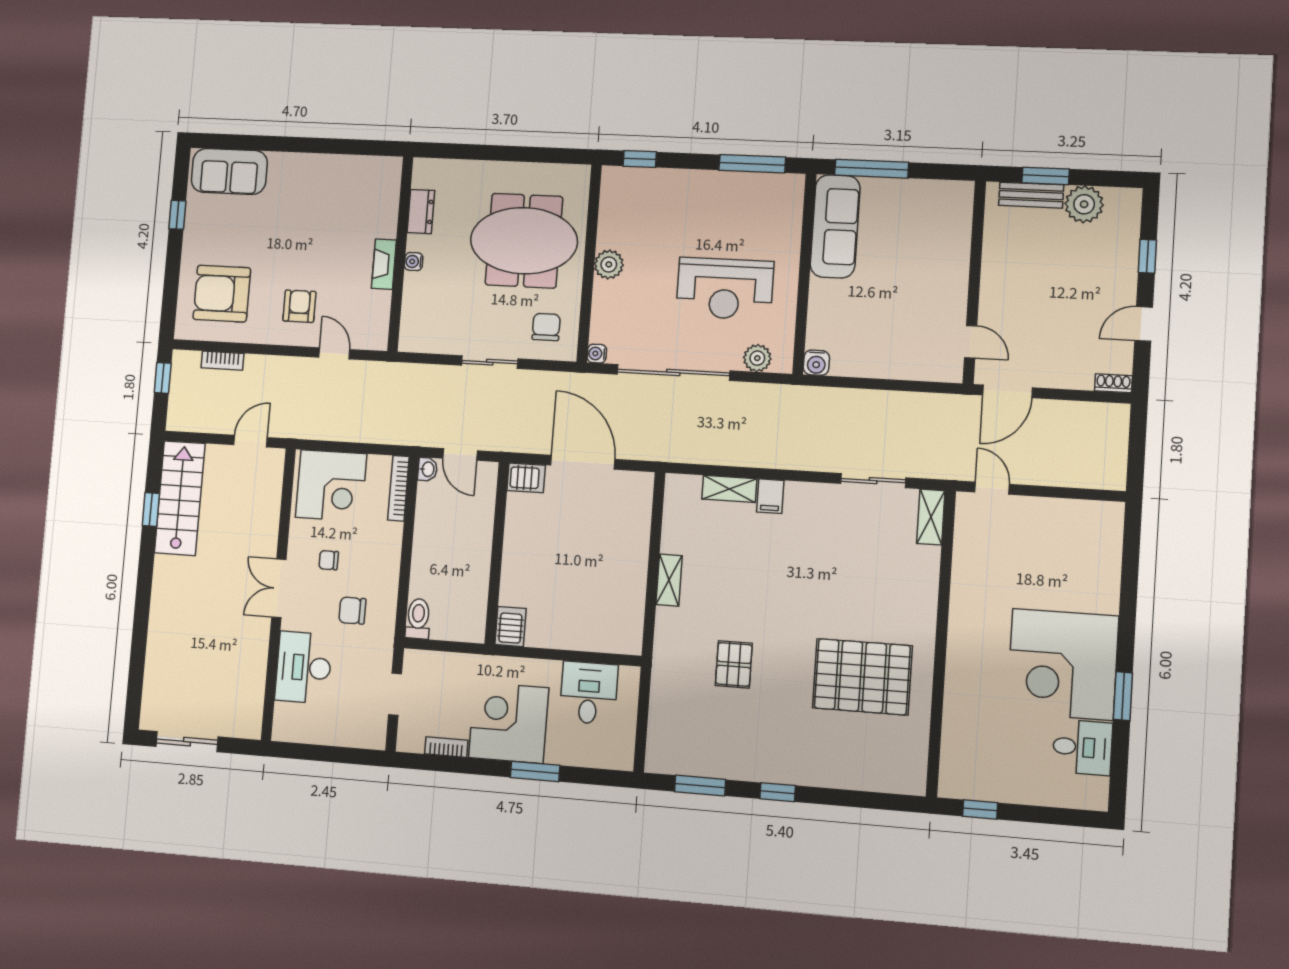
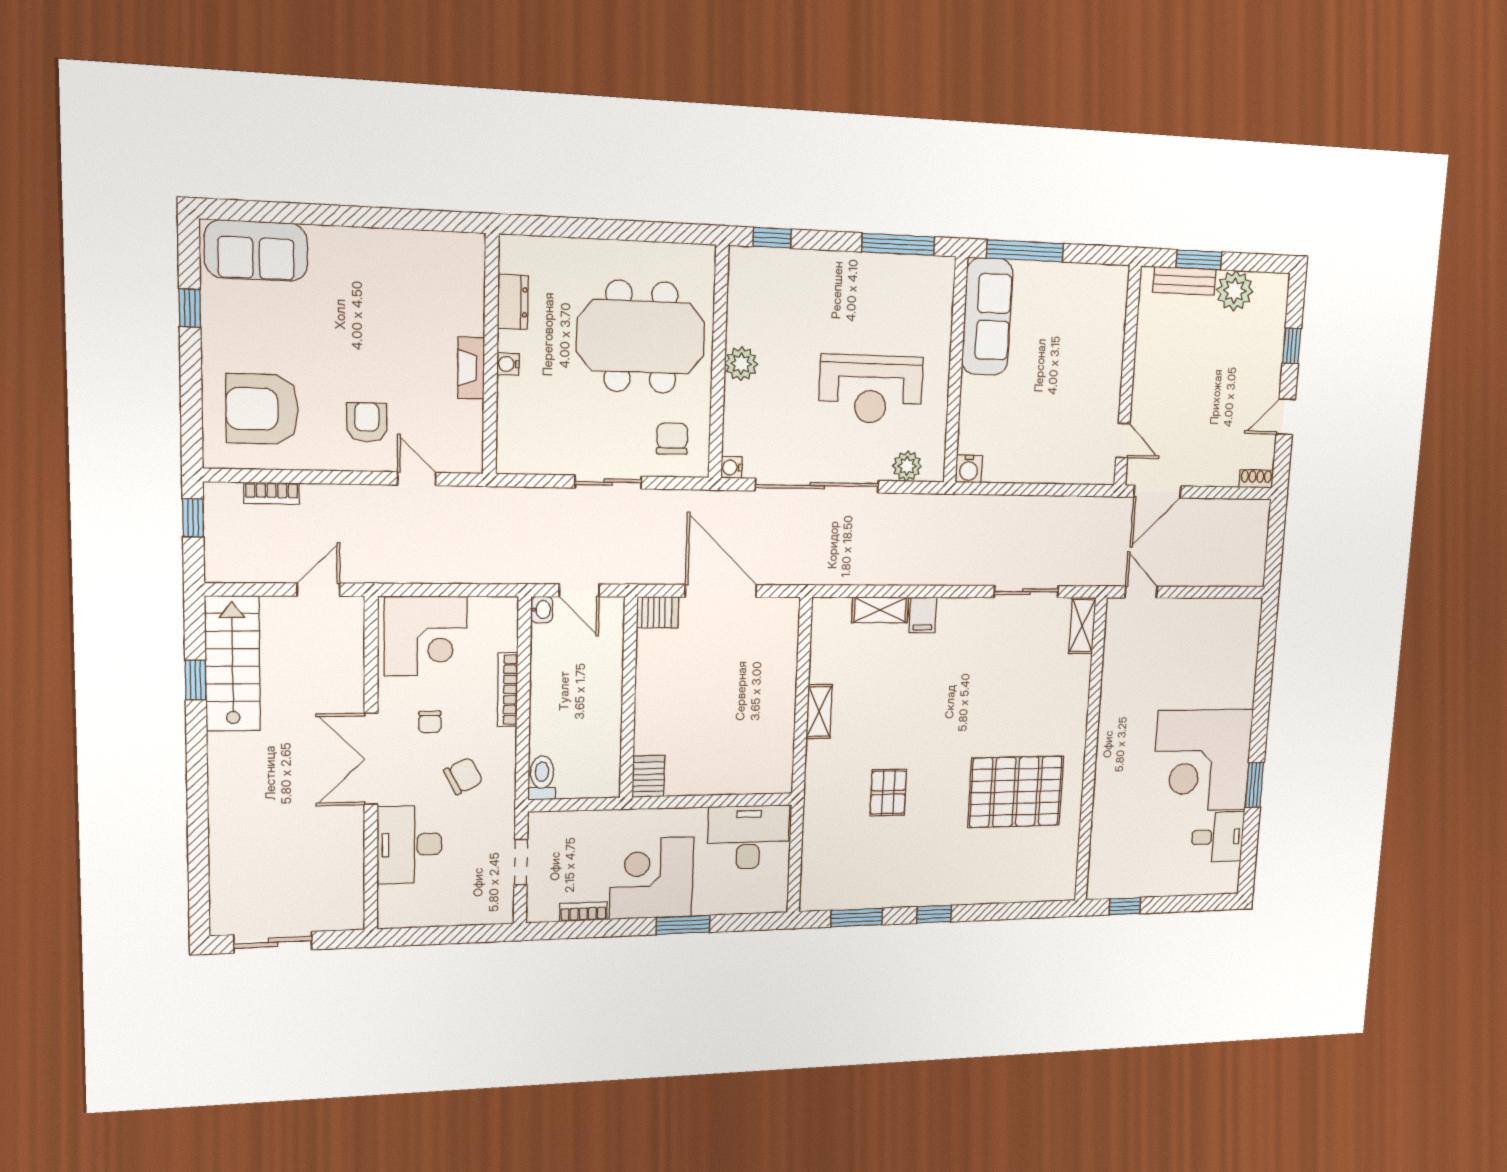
bookcase: (398, 488) -> (508, 690), moved
chair: (329, 560) -> (430, 722), turned -90
double door: (279, 588) -> (371, 759), width x1.37
chair: (352, 611) -> (463, 776), turned 153
desk: (589, 693) -> (748, 837), width x1.37

